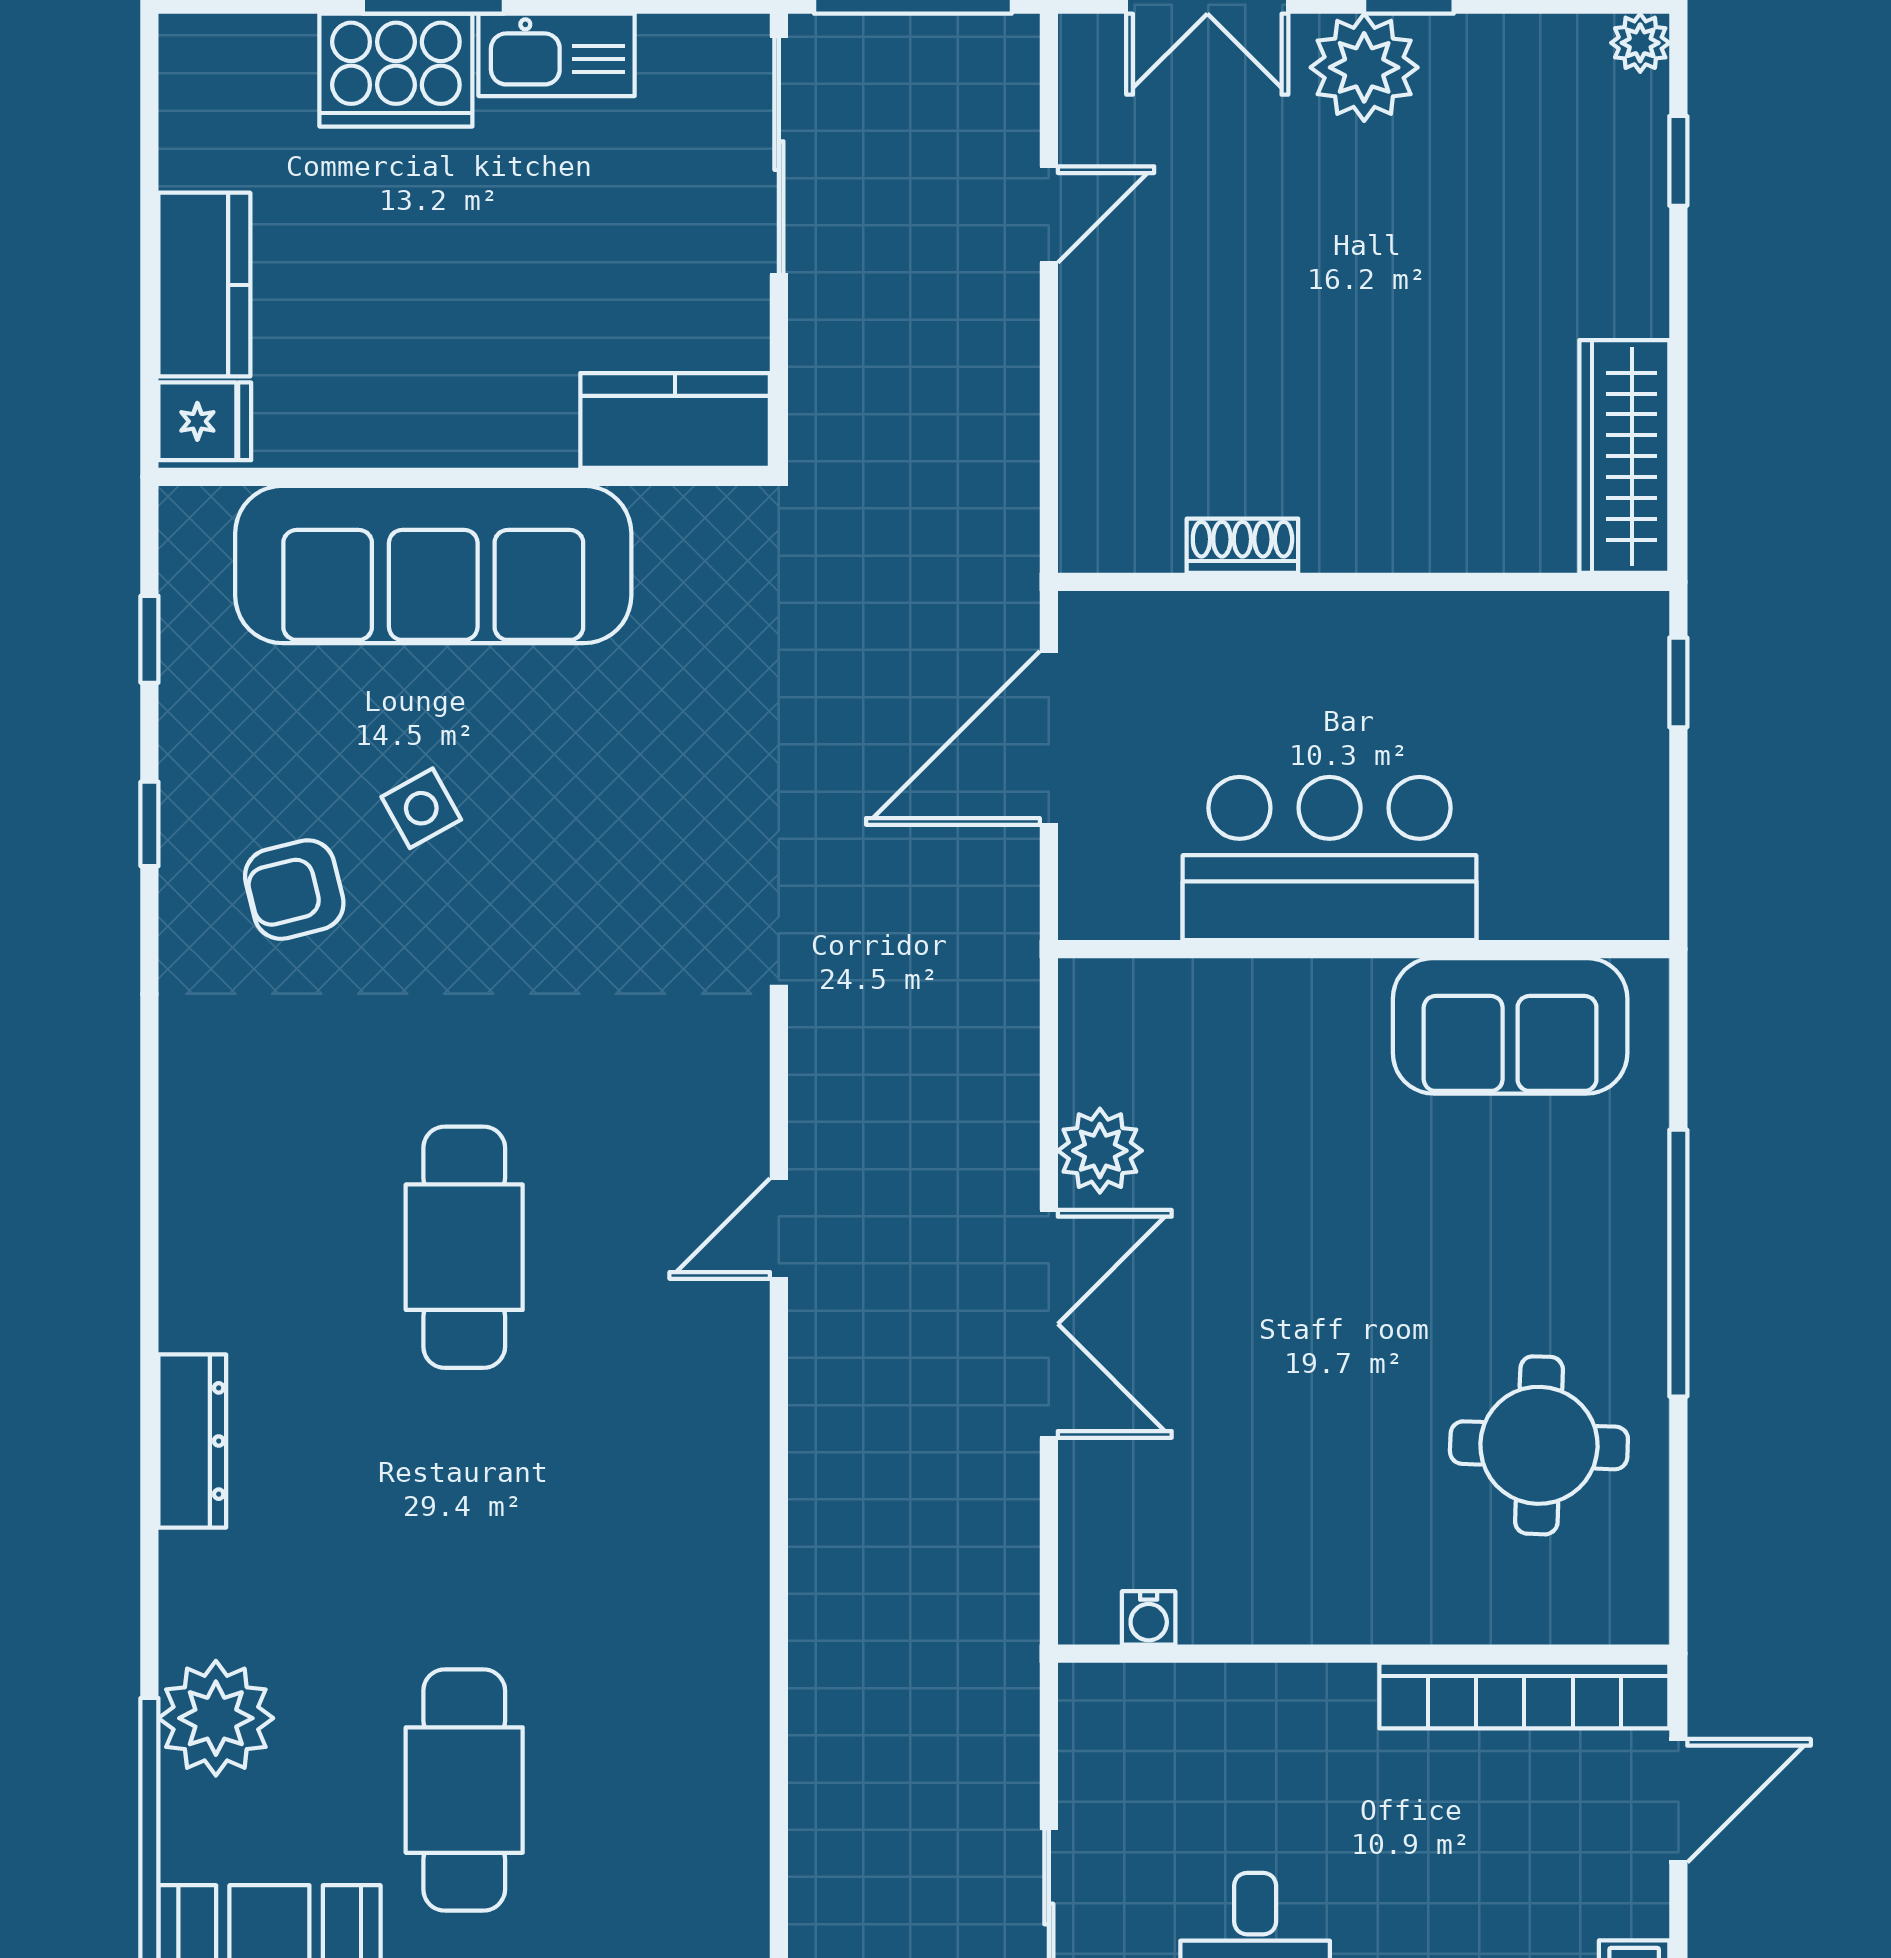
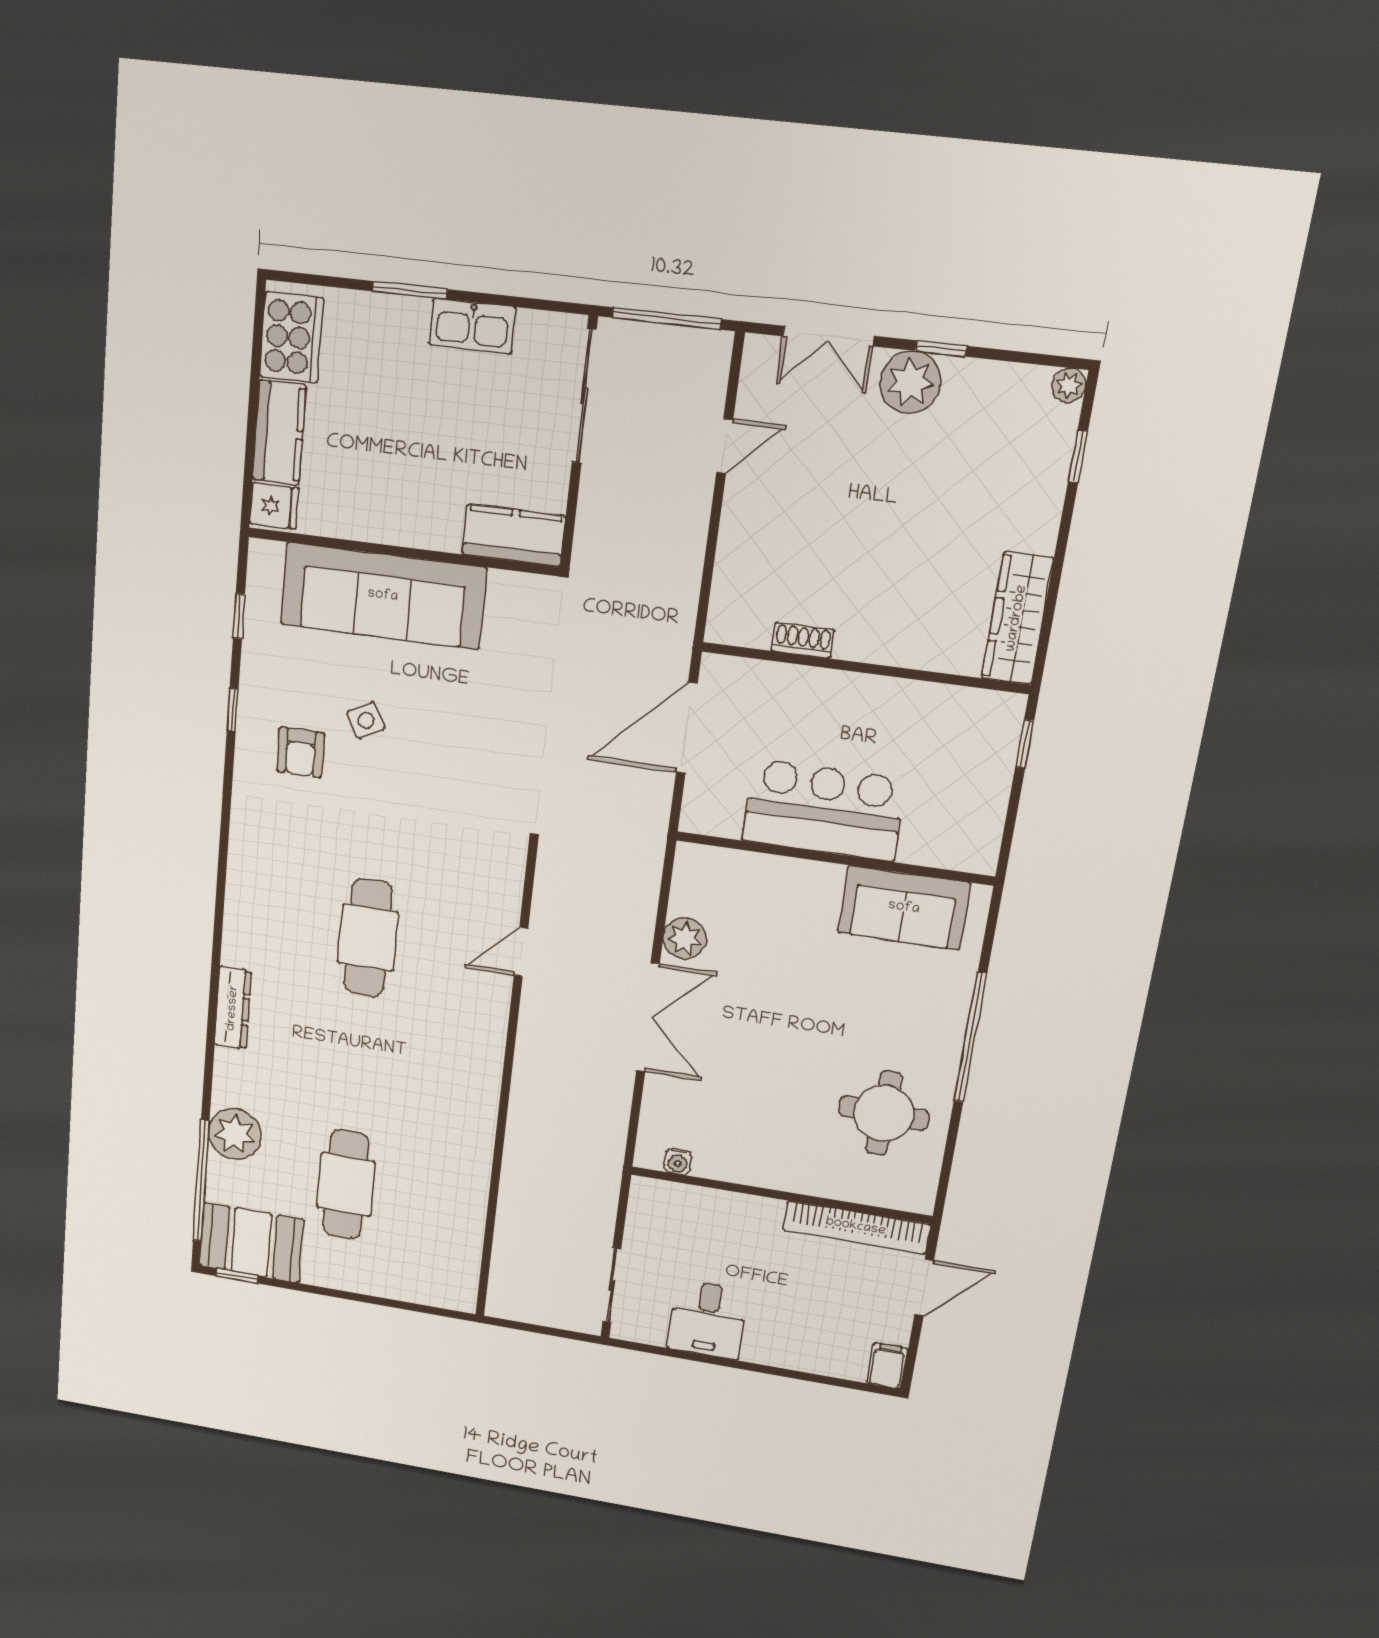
cooker: (396, 70) -> (291, 337), moved, turned -90
armchair: (294, 890) -> (301, 752), turned -76

